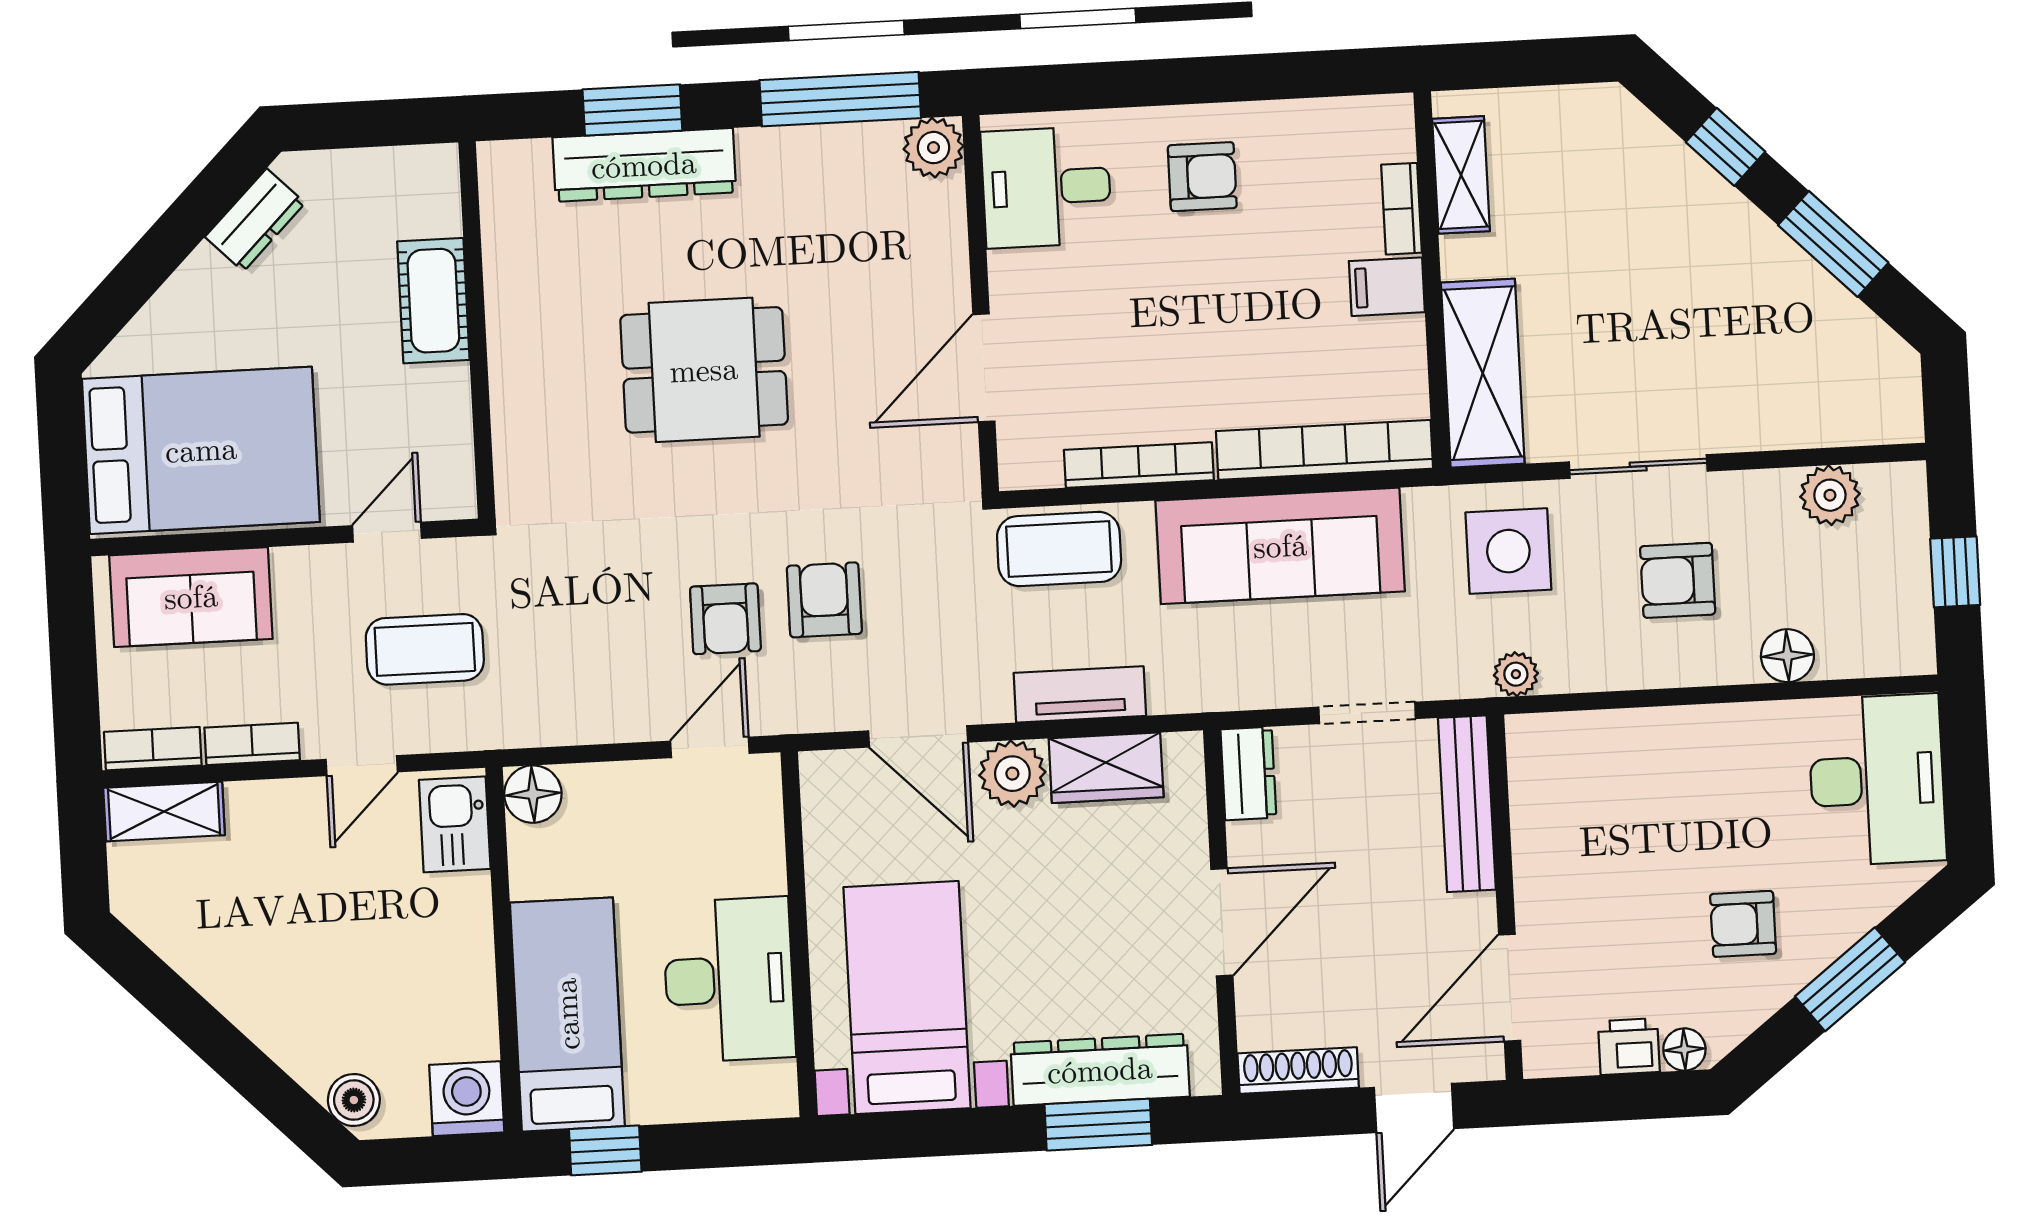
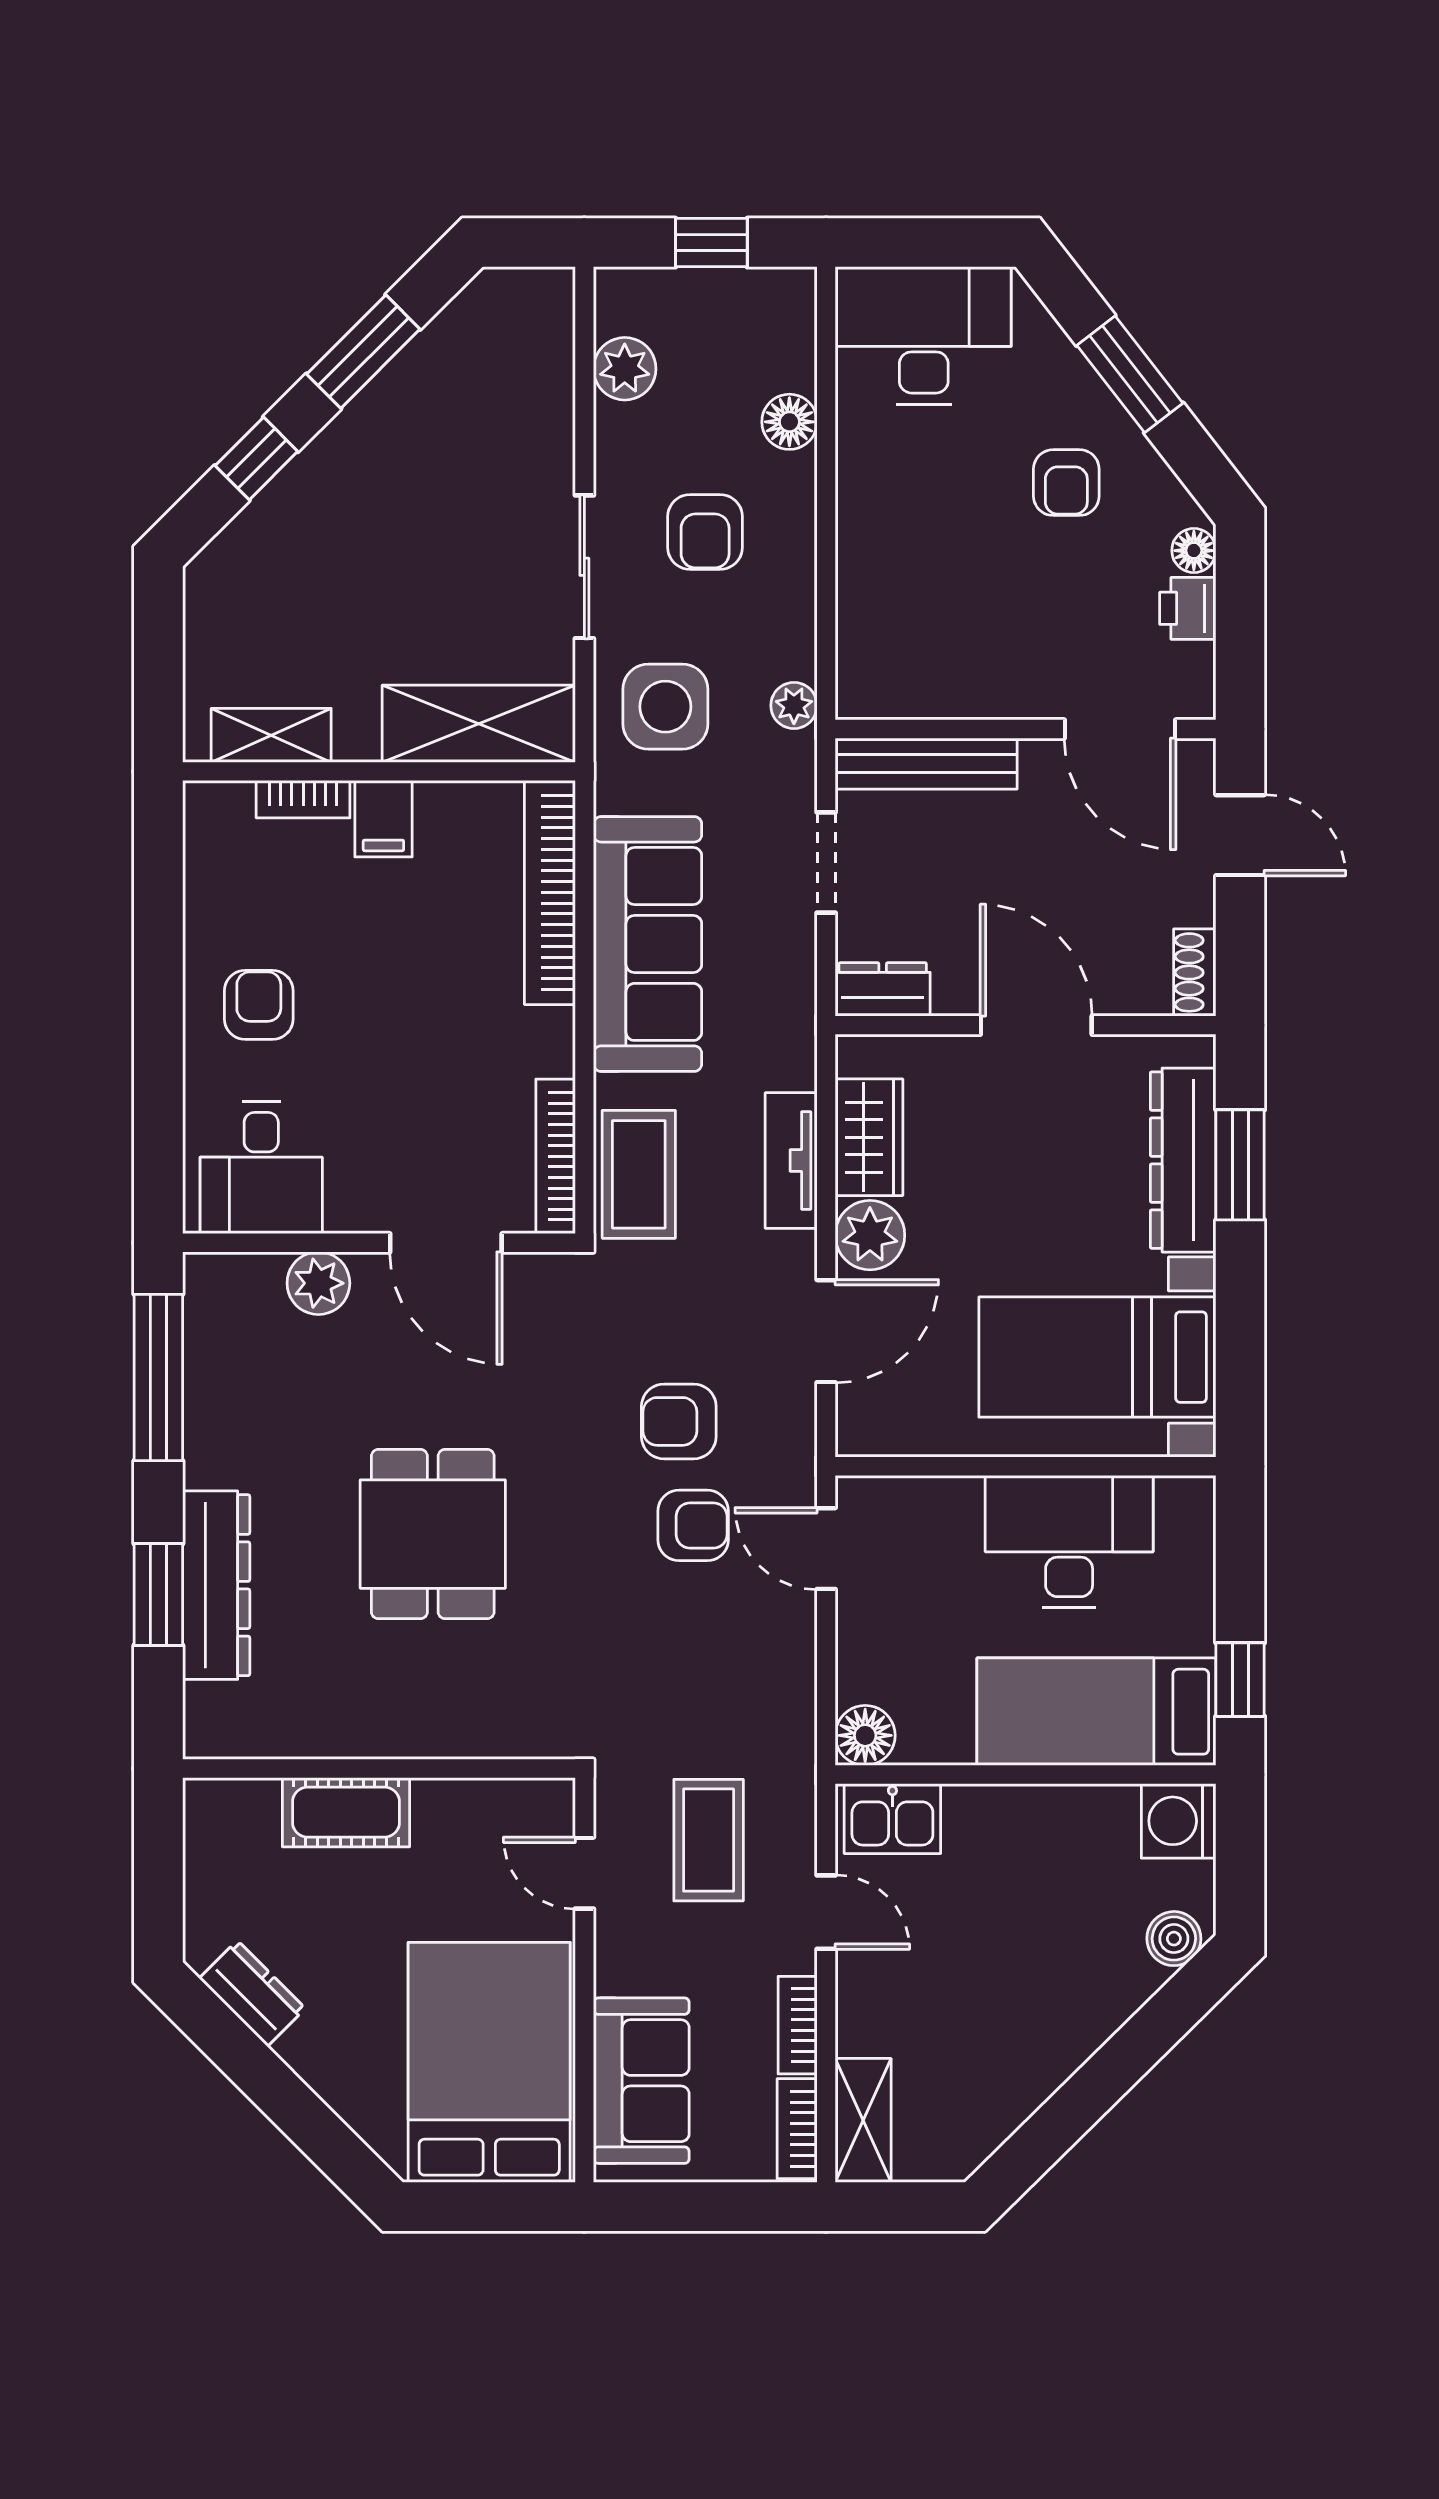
plant: (933, 148) -> (318, 1283), moved
bookcase: (1139, 465) -> (556, 1156), moved
shoe rack: (1298, 1071) -> (1195, 972), width x0.70

